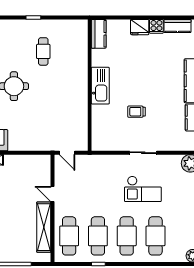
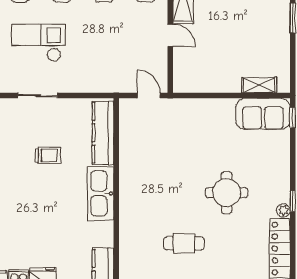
cafe table: (43, 51) -> (184, 243), turned 90
kitchen counter: (99, 127) -> (103, 133), added

